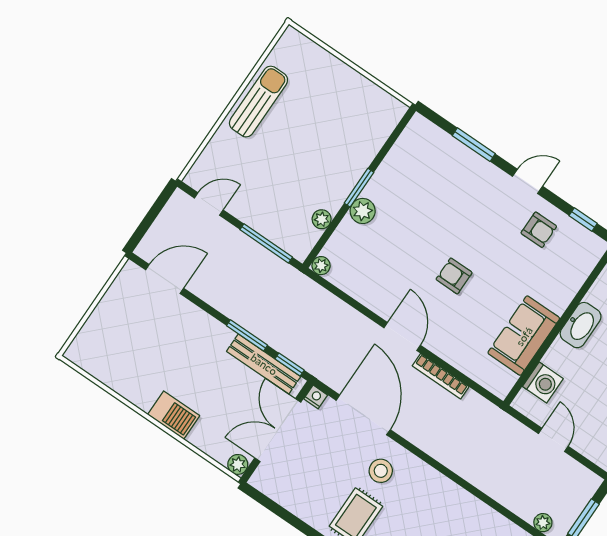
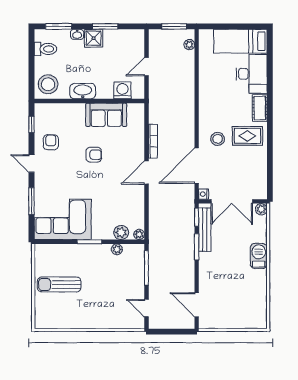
sun lounger: (258, 102) -> (59, 284), moved
corner sofa: (417, 171) -> (63, 219), added
plant: (363, 211) -> (121, 232), moved
armchair: (454, 276) -> (94, 155), moved, turned -90

